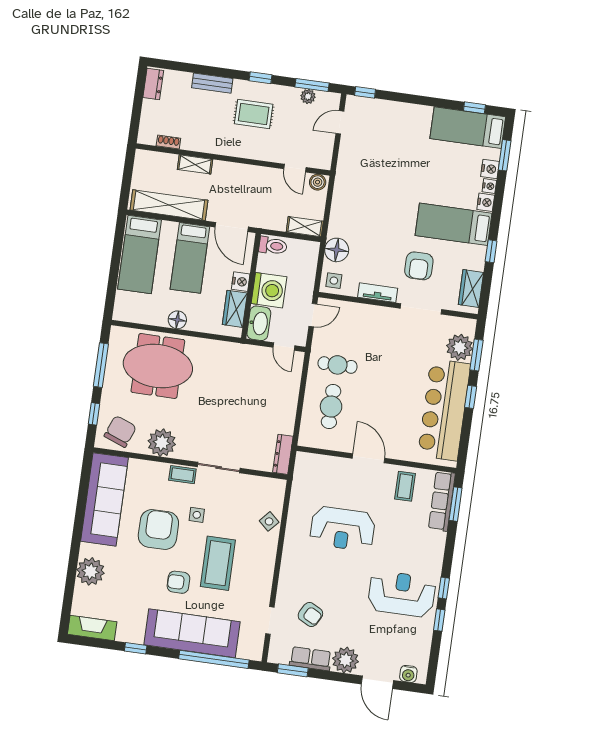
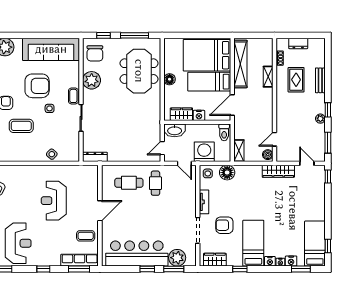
dresser: (153, 84) -> (298, 44), moved
plant: (308, 96) -> (320, 119), moved
rug: (254, 114) -> (296, 80), moved
wardrobe: (346, 169) -> (278, 171), added
bed: (140, 255) -> (207, 55), width x1.50
washing machine: (269, 290) -> (204, 152), moved, turned 180
chair: (120, 431) -> (95, 53), turned 69
coffee table: (218, 563) -> (21, 126), width x0.73, depth x0.76
window: (444, 588) -> (43, 269), moved

